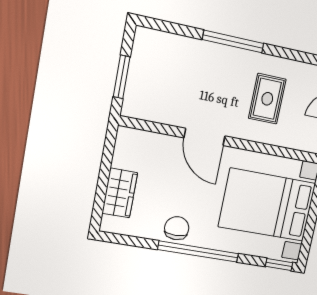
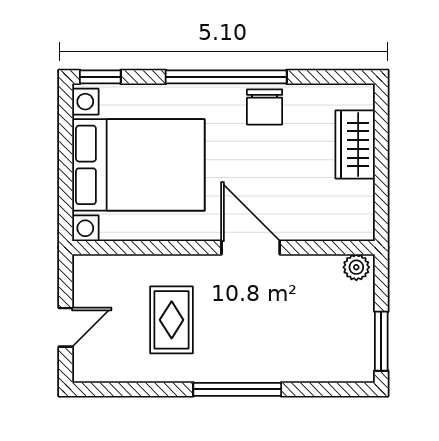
window: (122, 77) -> (381, 341), moved
plant: (134, 109) -> (356, 267), added

